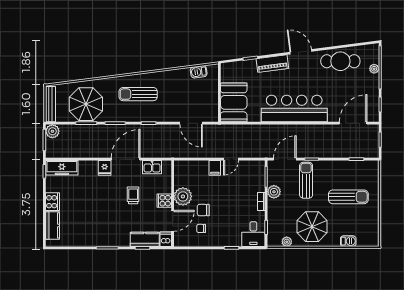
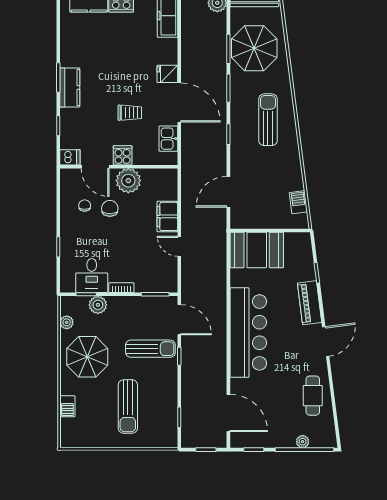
cafe table: (340, 61) -> (313, 396), width x0.73, depth x0.74
filing cabinet: (215, 168) -> (167, 216), width x2.00
plant: (274, 192) -> (98, 305), moved
desk: (253, 234) -> (92, 276), moved, turned -90
kitchen counter: (145, 239) -> (70, 87), moved

